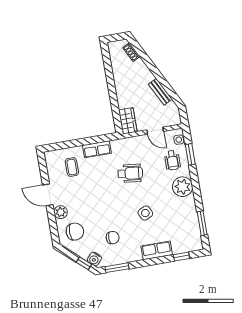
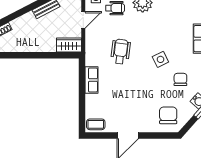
coffee table: (72, 167) -> (96, 124), moved
plant: (61, 212) -> (147, 126), removed
side table: (145, 213) -> (160, 59), moved

